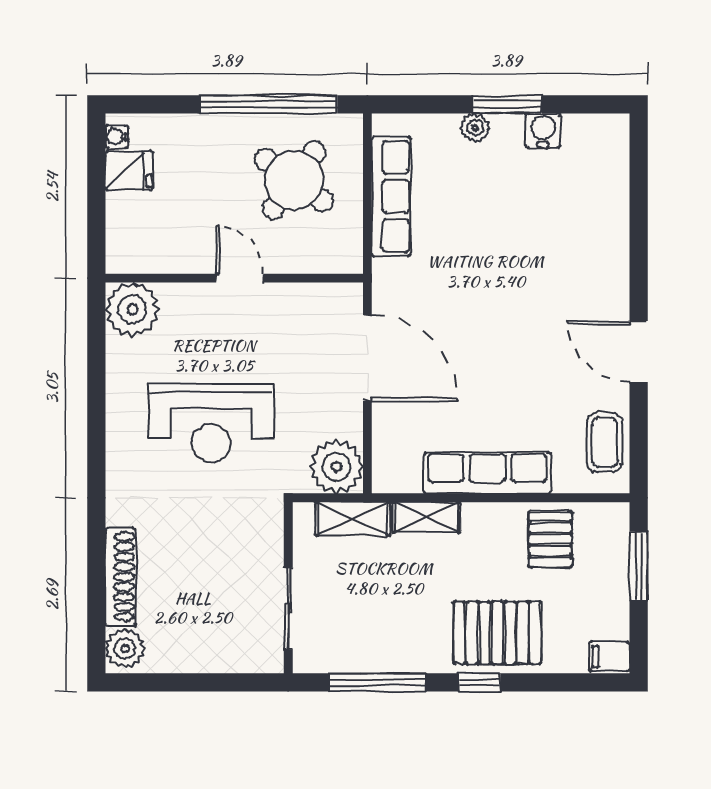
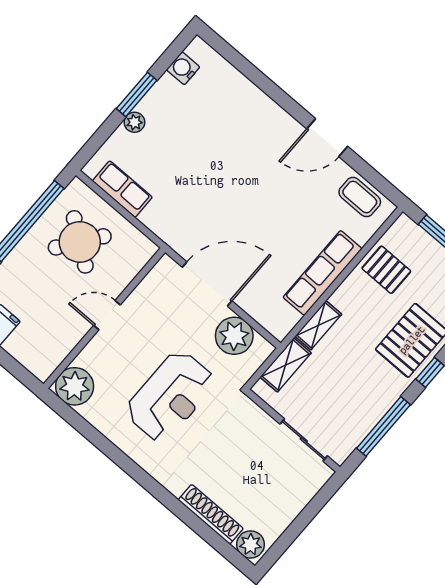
water cooler: (543, 130) -> (183, 68), moved
row of seats: (391, 196) -> (122, 189), width x0.68
plant: (336, 467) -> (234, 336), moved

